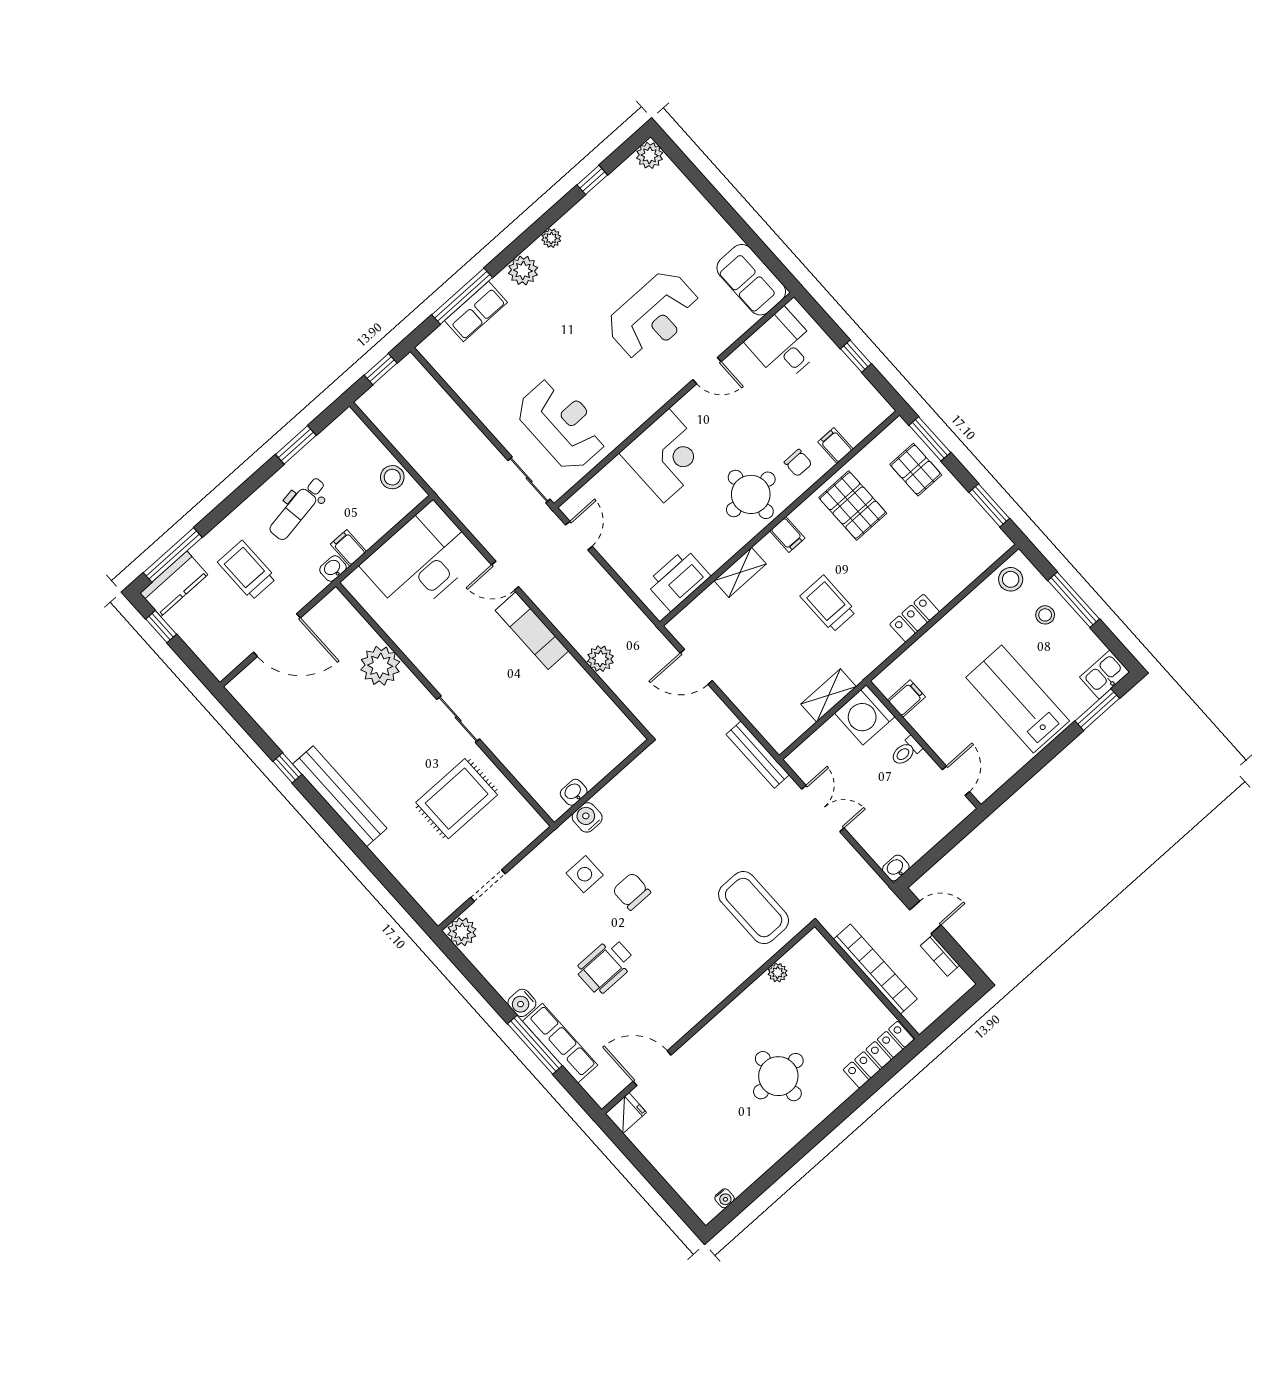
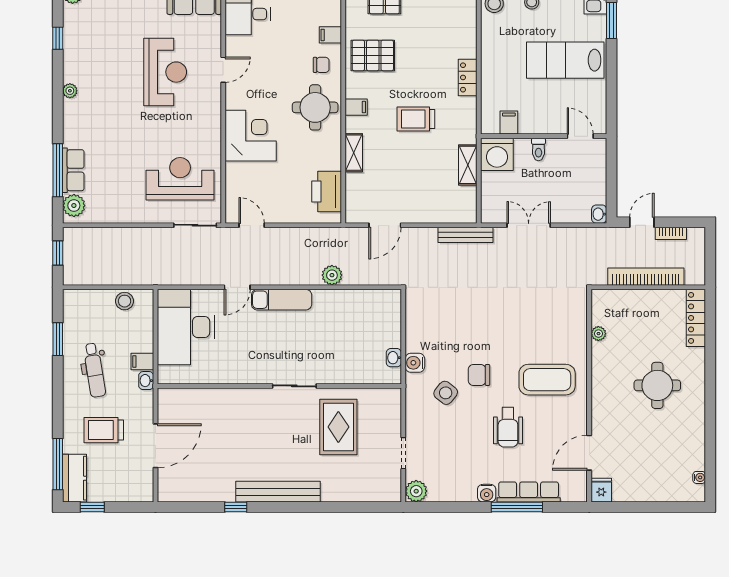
plant: (523, 270) -> (74, 206), moved
plant: (380, 666) -> (225, 403), removed
side table: (585, 874) -> (446, 393), turned 38
coffee table: (754, 908) -> (547, 380), moved

